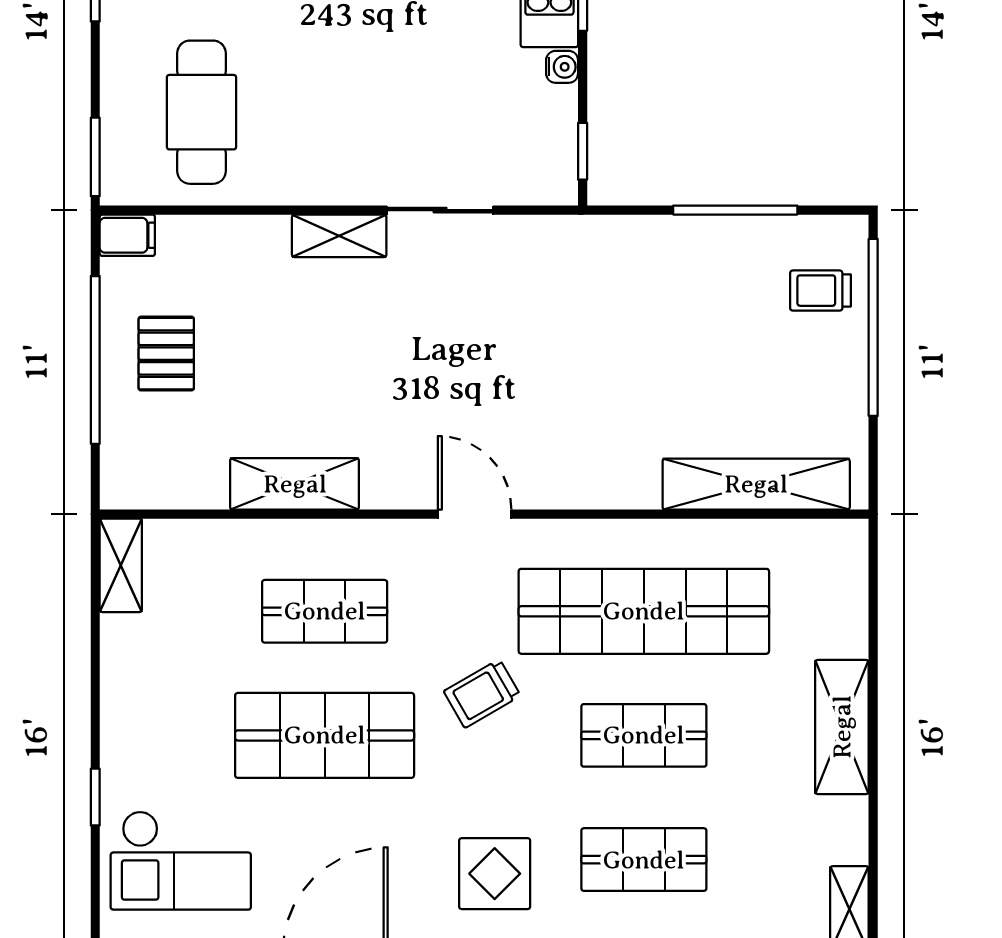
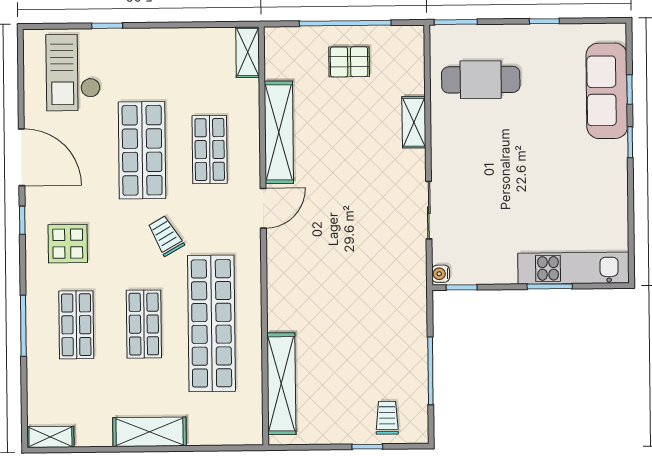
water cooler: (562, 67) -> (441, 274), moved, turned 90
filing cabinet: (127, 235) -> (413, 40), removed
shelving: (339, 236) -> (414, 122), moved
window: (873, 327) -> (367, 447), width x0.32
shelving: (295, 484) -> (279, 132), width x1.47
door: (475, 514) -> (263, 208), moved
shelving: (121, 565) -> (248, 52), moved, turned 90

